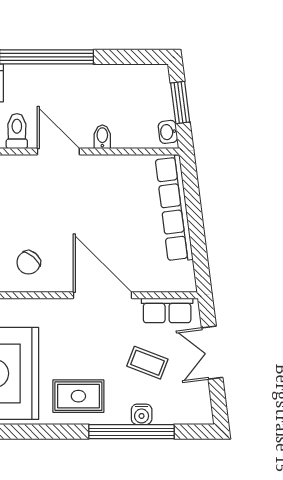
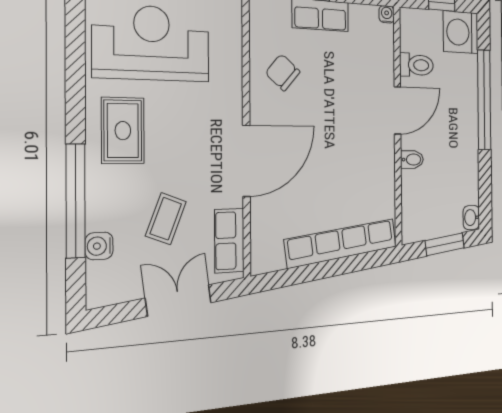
washbasin: (168, 132) -> (471, 218), moved, turned -83
water cooler: (142, 414) -> (99, 246), moved

